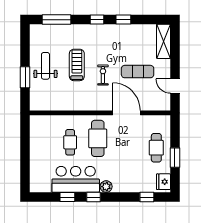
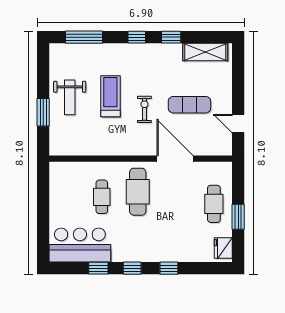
shelving: (164, 41) -> (205, 52), moved, turned 90
weight bench: (45, 66) -> (70, 97), turned 180
bar counter: (76, 179) -> (80, 245), moved
plant: (106, 187) -> (149, 254), removed
window: (147, 197) -> (169, 268), moved

